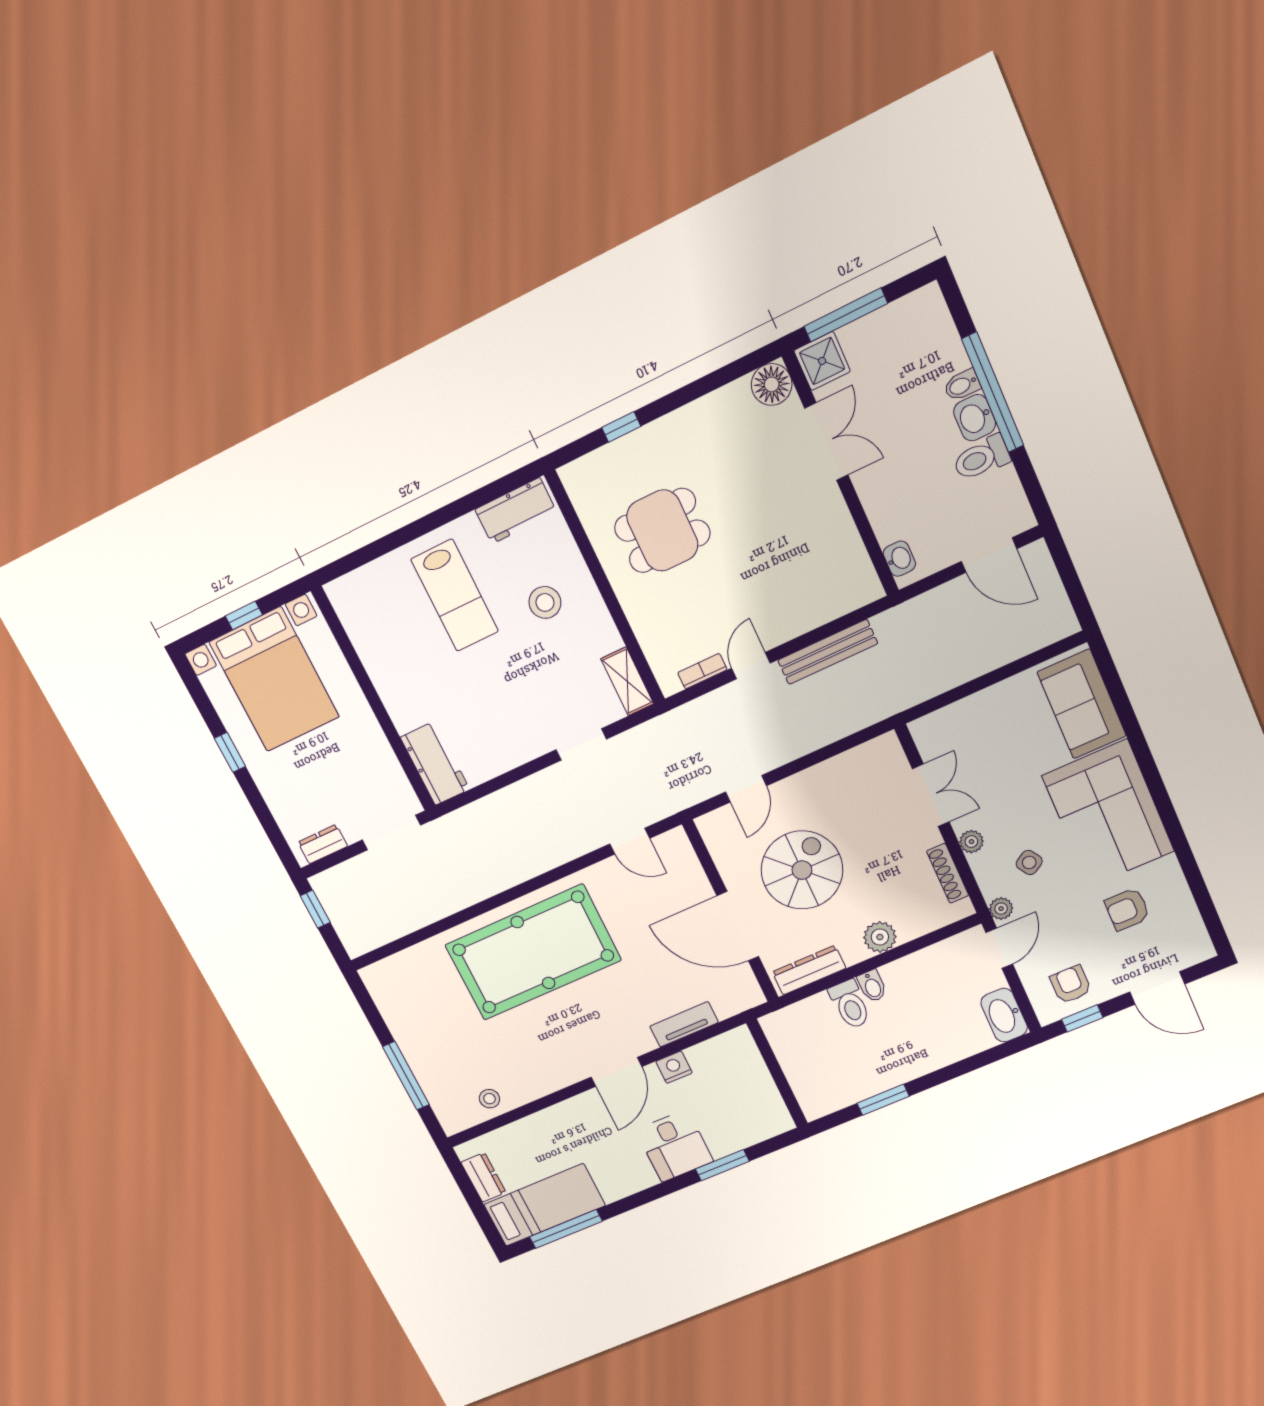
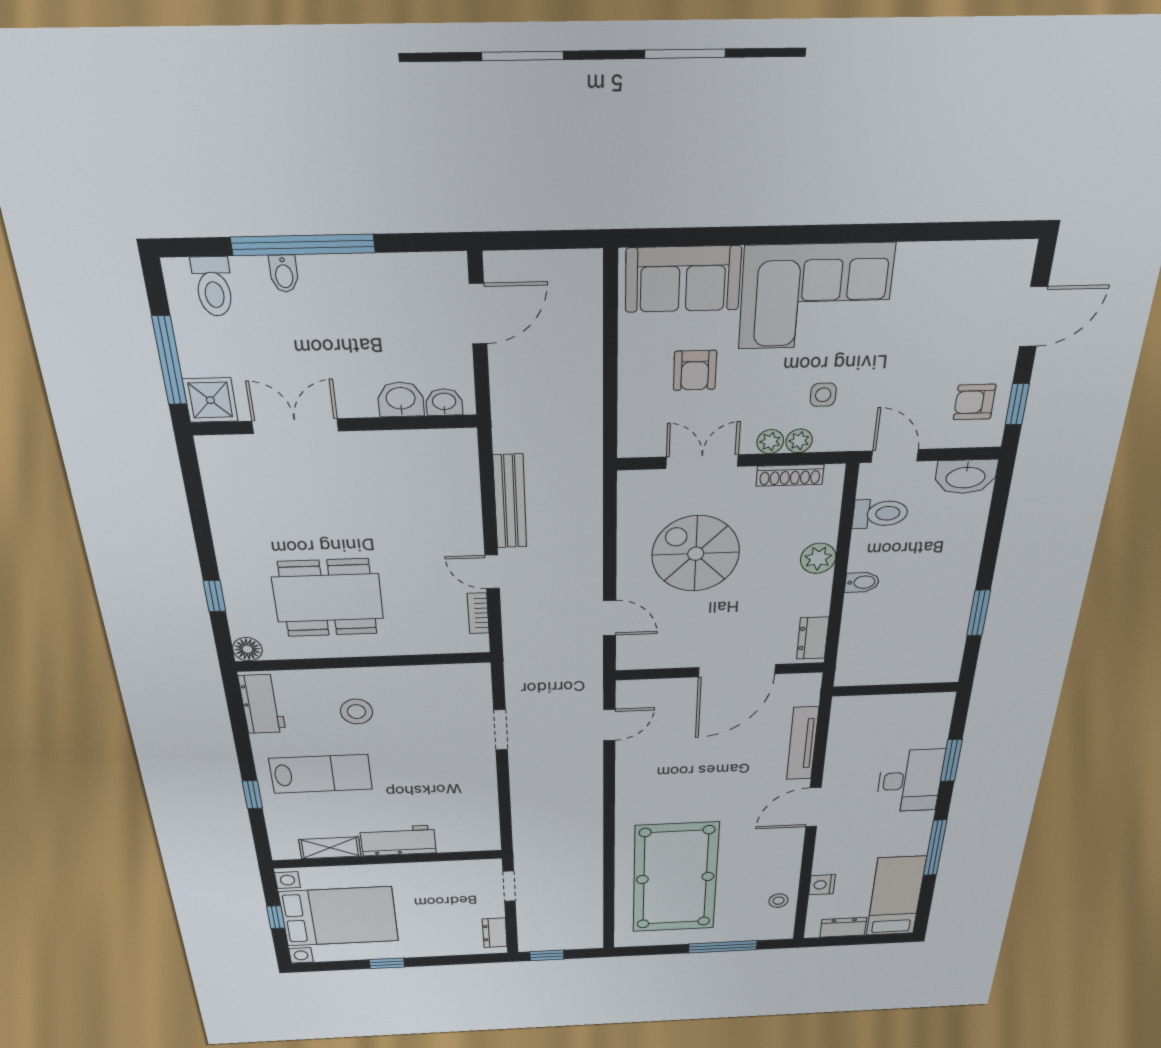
floor lamp: (772, 384) -> (247, 649), moved, width x0.73, depth x0.73
washbasin: (975, 418) -> (401, 399), moved, turned 180
toilet: (981, 458) -> (213, 286), moved
dining table: (662, 531) -> (328, 598), width x1.38
window: (399, 538) -> (252, 795), added
shelving: (627, 681) -> (330, 848), moved
workbench: (435, 763) -> (398, 841), moved
doorway: (391, 832) -> (509, 886), width x0.73
side table: (1029, 862) -> (823, 395), turned 32
spiral stairs: (802, 870) -> (696, 554), moved
plant: (1001, 909) -> (799, 441), moved
armchair: (1127, 909) -> (695, 370), moved
pool table: (533, 953) -> (675, 878), moved
dresser: (809, 970) -> (813, 638), width x0.70
toilet: (850, 1004) -> (880, 514), moved
tv unit: (684, 1024) -> (803, 744), width x1.41
nightstand: (674, 1067) -> (822, 885), moved
door: (616, 1072) -> (813, 807), swing flipped
desk: (675, 1146) -> (910, 781), width x1.37
window: (566, 1229) -> (935, 848), moved

